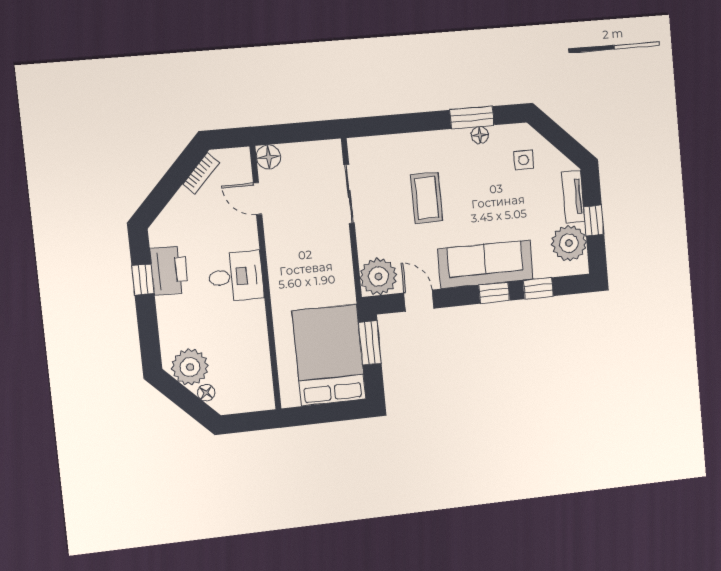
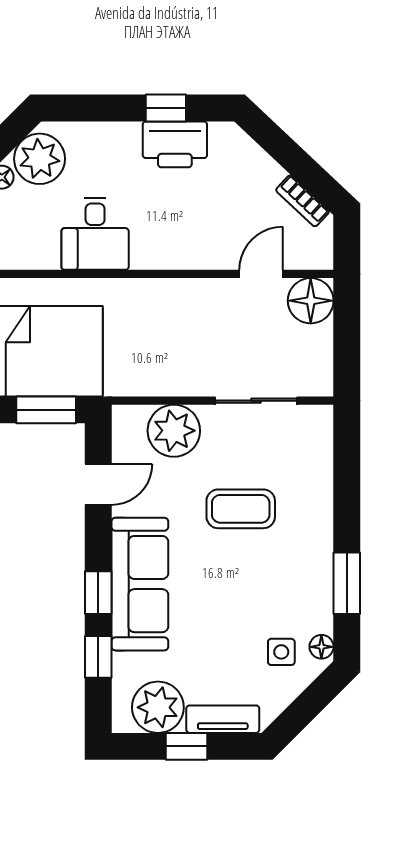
floor lamp: (480, 135) -> (321, 647), moved
floor lamp: (268, 157) -> (311, 301), width x1.38, depth x1.38
desk: (236, 276) -> (95, 234), moved
plant: (378, 276) -> (174, 431), moved

